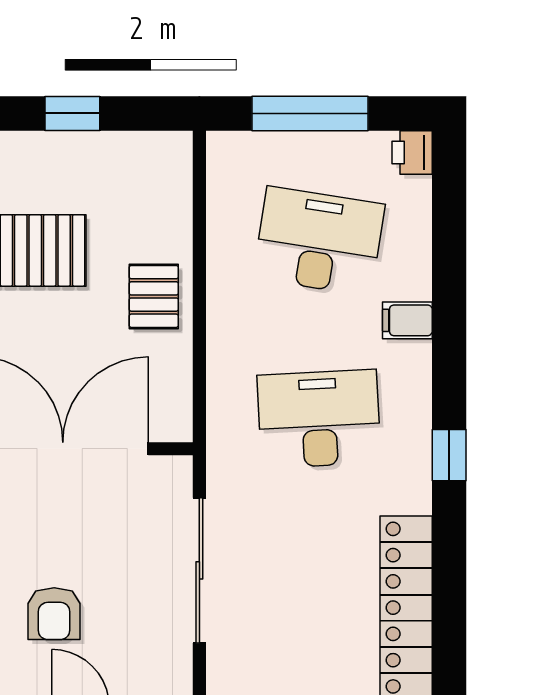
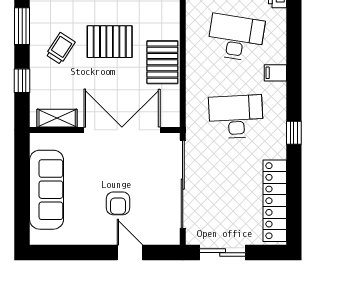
pallet: (154, 296) -> (162, 62), width x1.50, depth x1.42
sliding door: (199, 570) -> (183, 184), width x1.36

